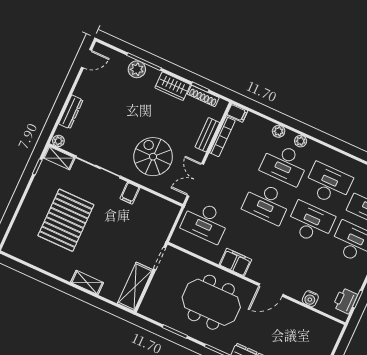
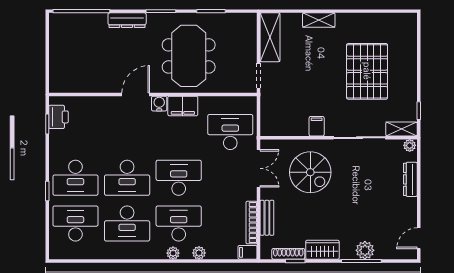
water cooler: (310, 299) -> (159, 104), moved
meeting table: (211, 302) -> (189, 56), turned 90

